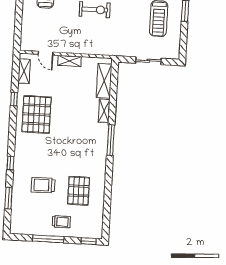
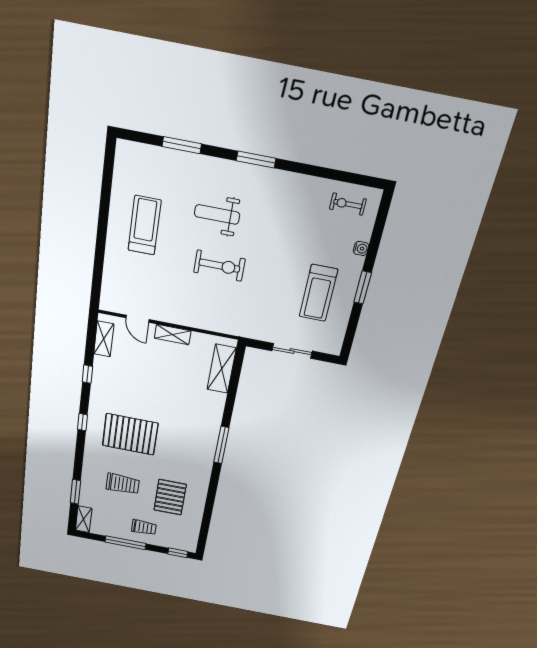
shelving: (104, 111) -> (84, 519), moved
pallet: (36, 114) -> (130, 434), moved, turned 90
window: (10, 163) -> (83, 422), moved
trolley: (43, 185) -> (123, 484), turned 180

